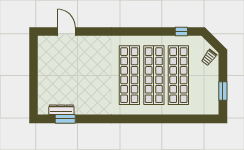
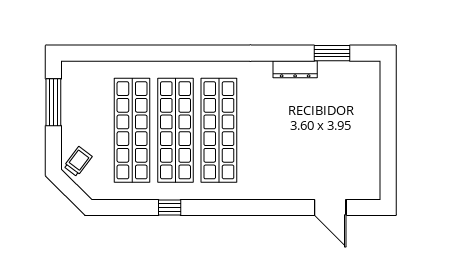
window: (181, 31) -> (170, 207), moved
window: (223, 91) -> (53, 102), width x1.44
dresser: (61, 110) -> (295, 69), moved

